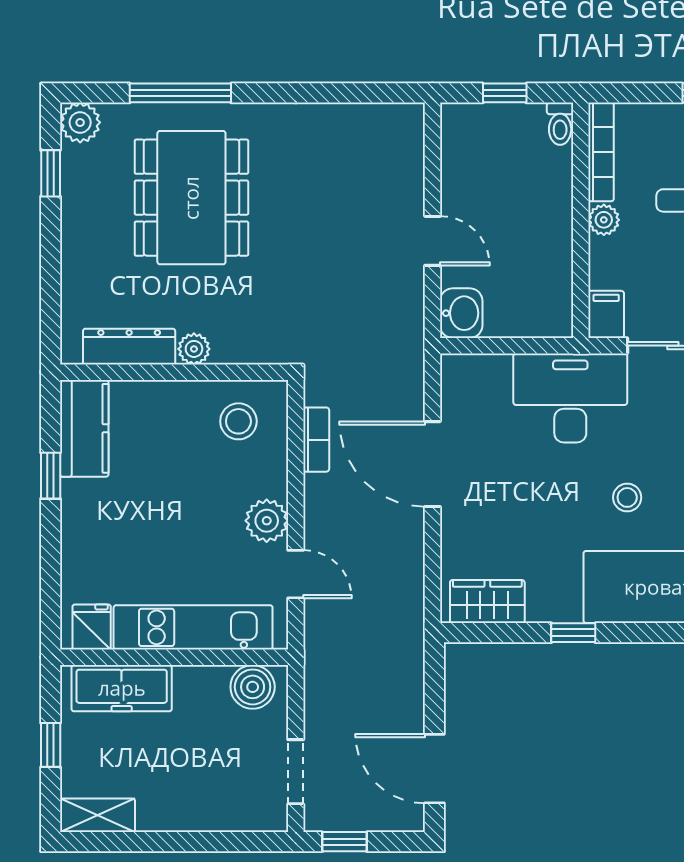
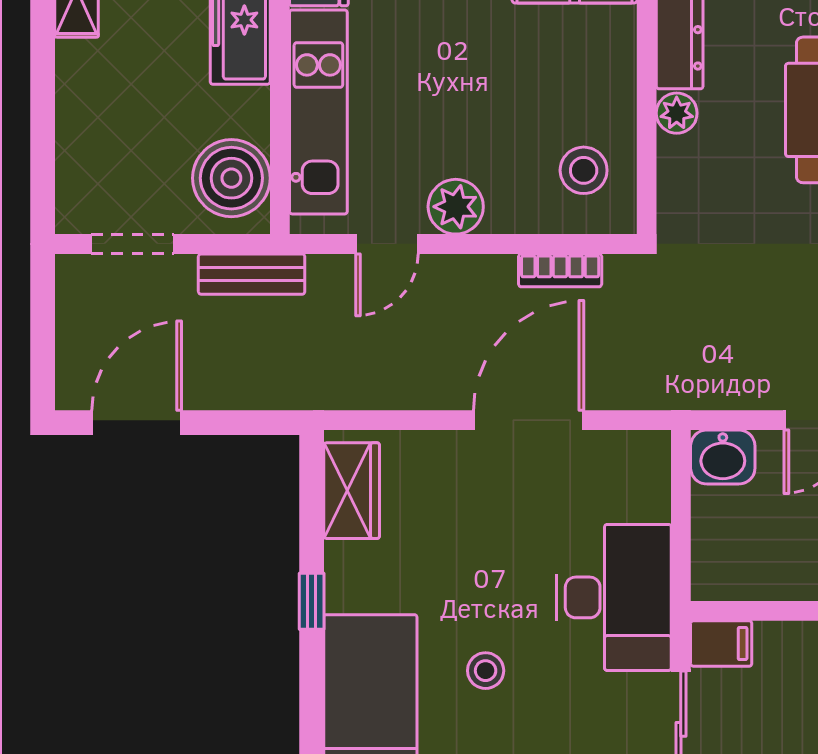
bench: (319, 679) -> (252, 274), added
boiler: (253, 687) -> (231, 178), width x1.37, depth x1.37
window: (344, 842) -> (43, 307), removed

